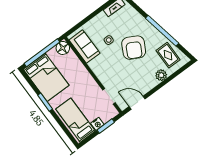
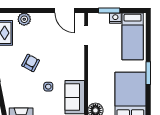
armchair: (134, 48) -> (31, 63), width x0.53, depth x0.53

